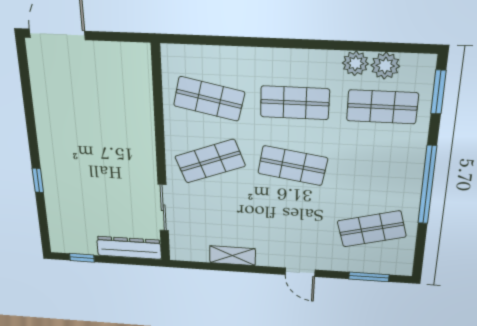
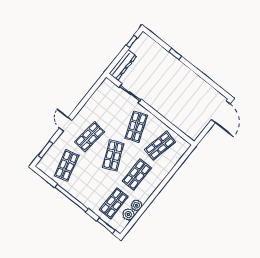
shop shelf: (293, 166) -> (113, 156), turned -33
shop shelf: (291, 224) -> (90, 137), added
shelving: (233, 256) -> (91, 103), removed
door: (300, 272) -> (66, 124), hinge flipped

